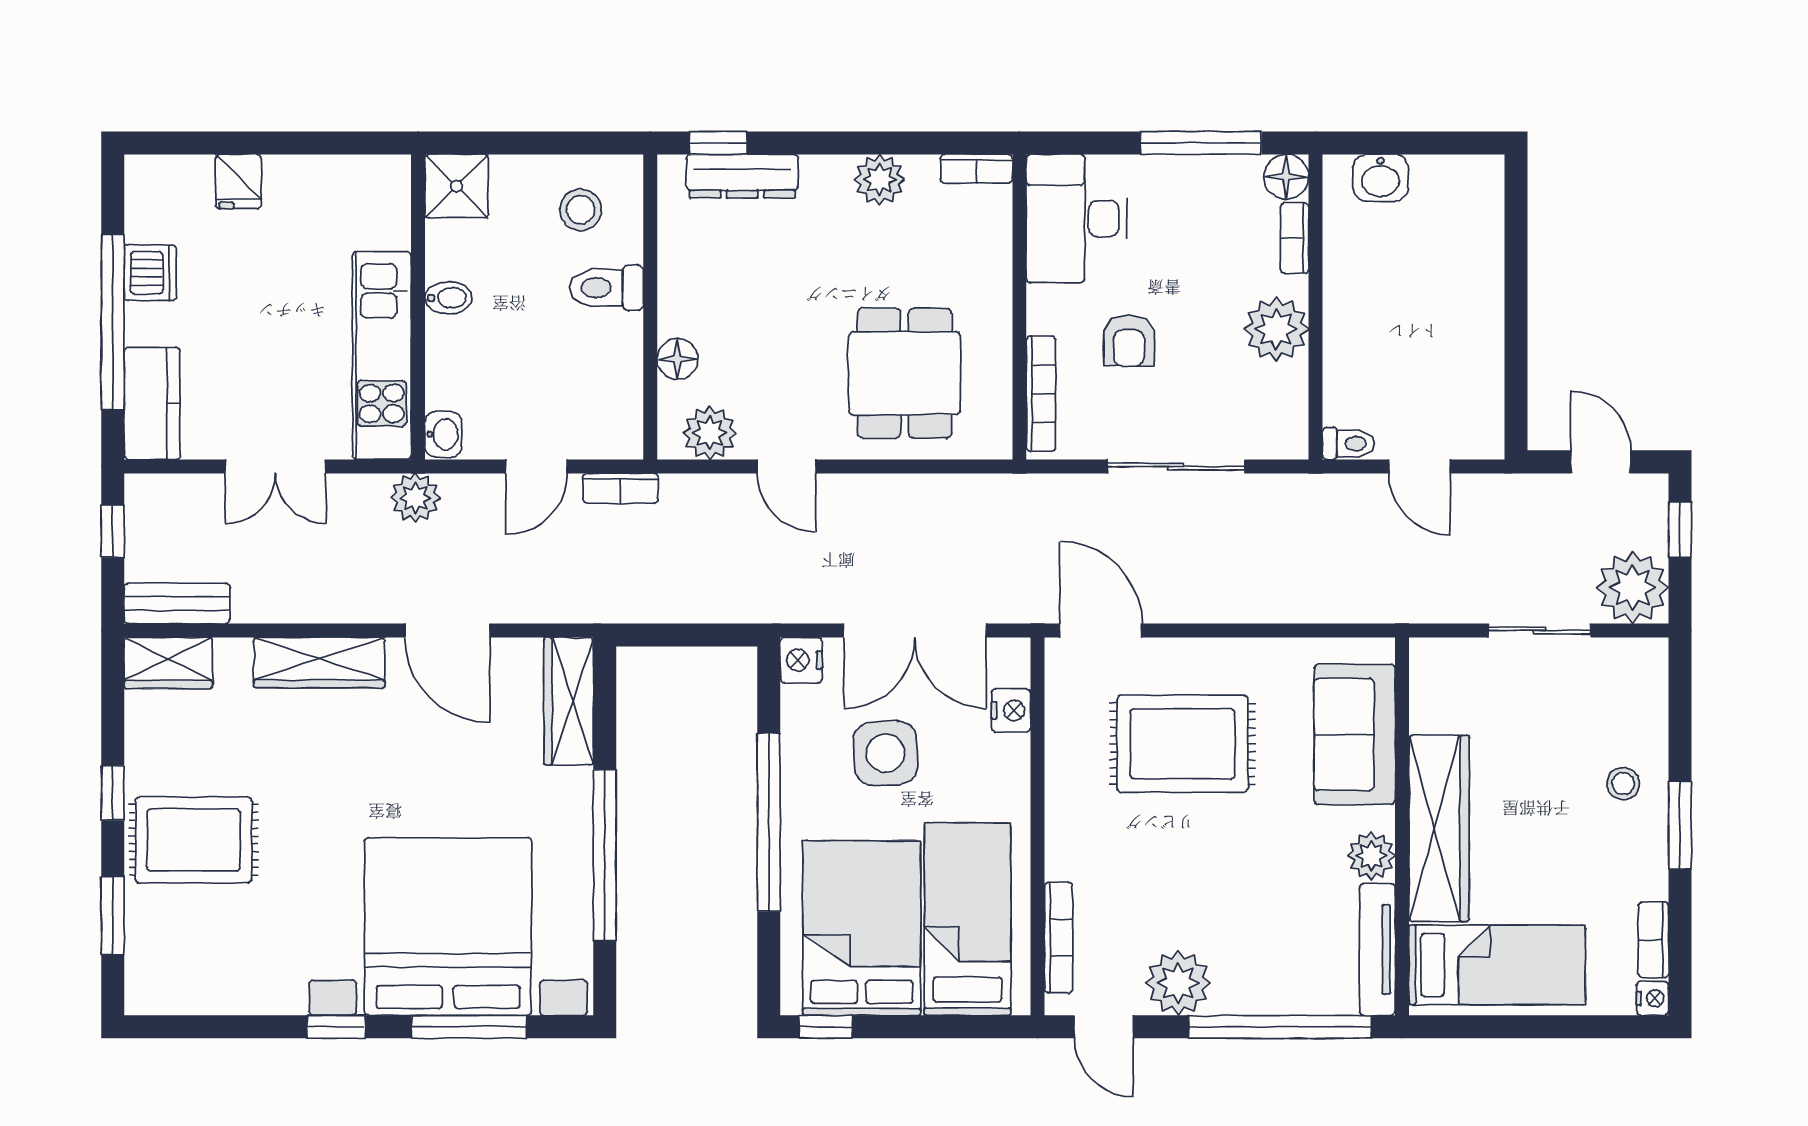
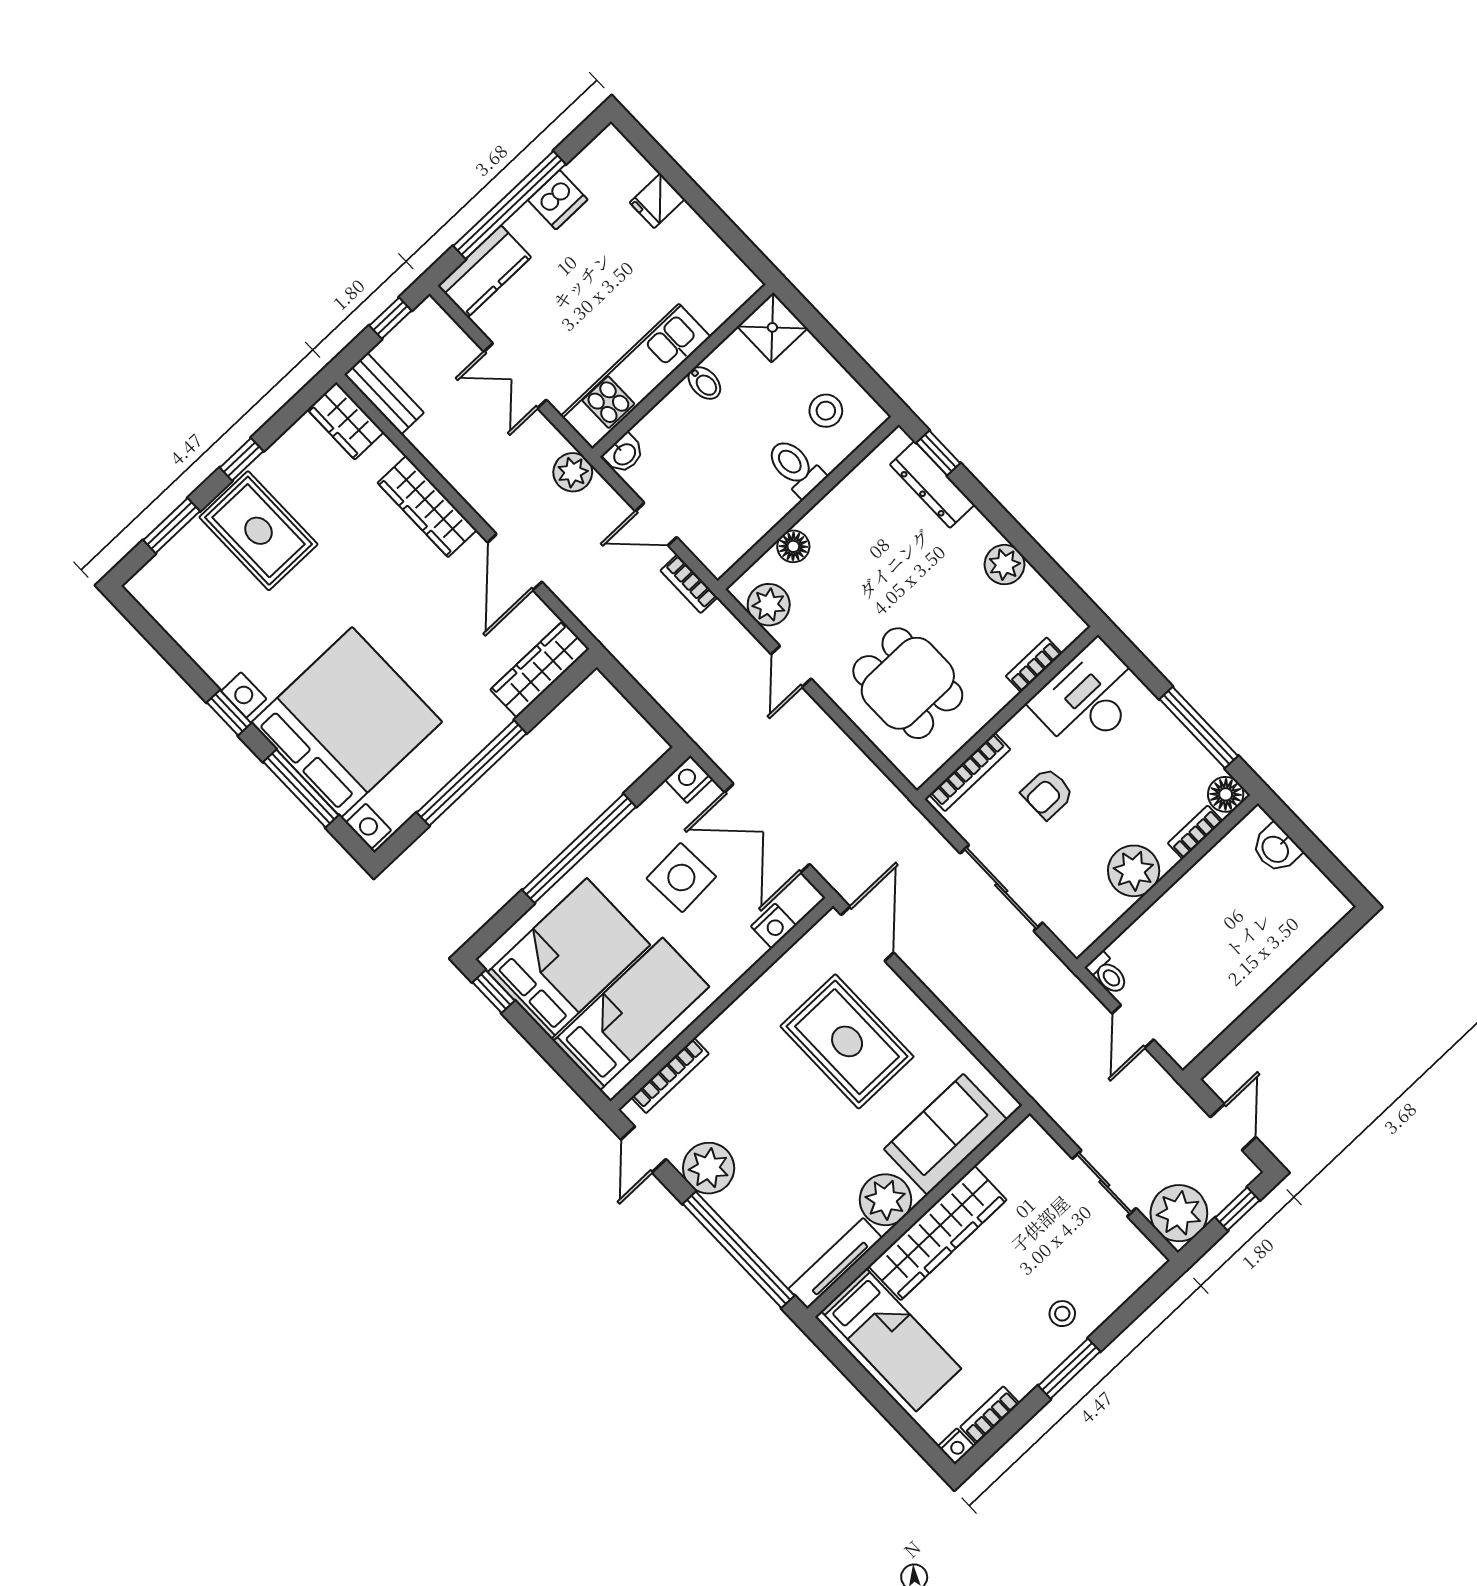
bookcase: (976, 169) -> (1034, 665), moved, turned 90
dining table: (904, 373) -> (908, 683), turned 90
plant: (1371, 856) -> (885, 1200), width x1.36, depth x1.36

